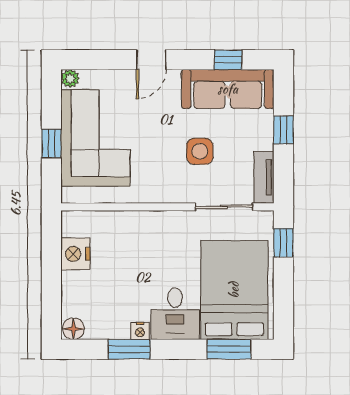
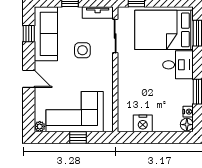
nightstand: (140, 331) -> (188, 112), moved

